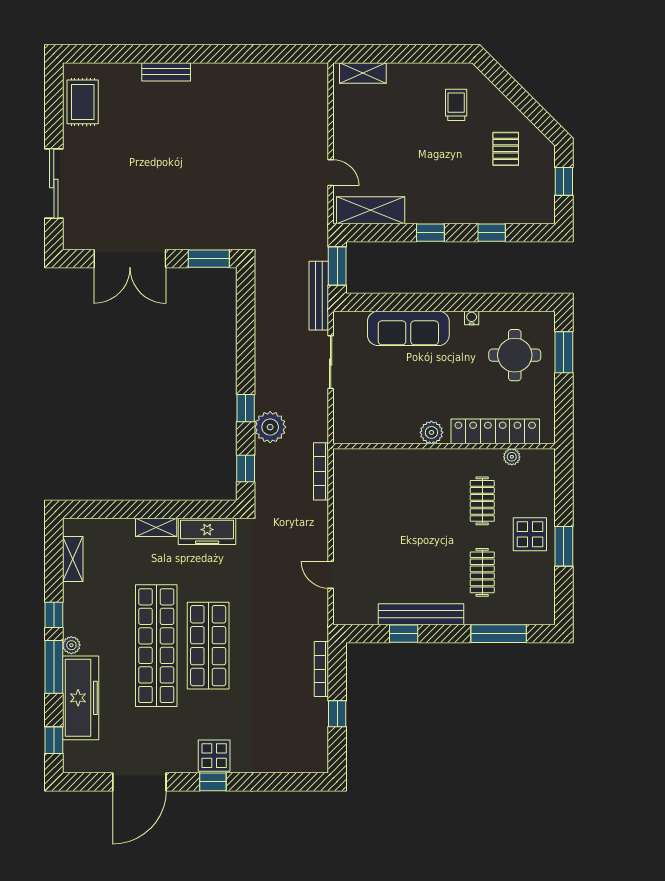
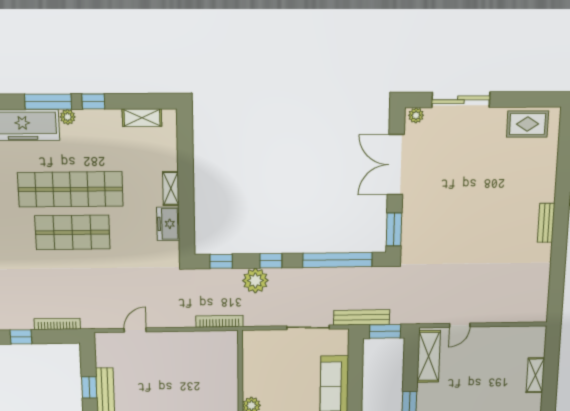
bench: (166, 72) -> (546, 223), moved
shelving: (363, 73) -> (535, 375), moved
plant: (72, 236) -> (416, 115), added
window: (246, 327) -> (337, 260), added
freezer: (207, 531) -> (168, 224), width x0.71

